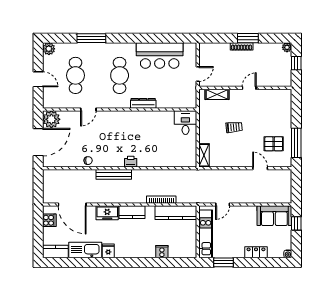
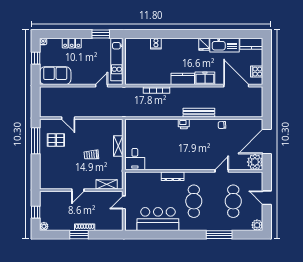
shelving: (204, 155) -> (118, 146), moved
kitchen counter: (176, 213) -> (143, 78), removed
window: (296, 223) -> (36, 58), moved

